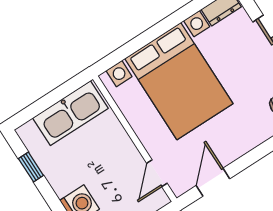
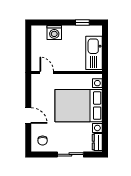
door: (213, 182) -> (28, 115), moved

